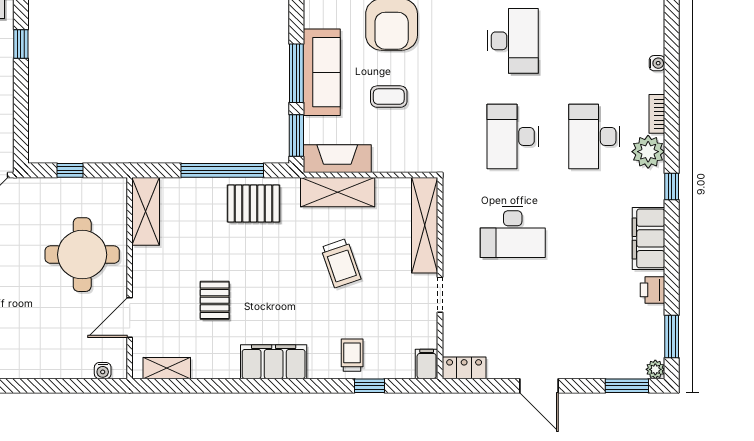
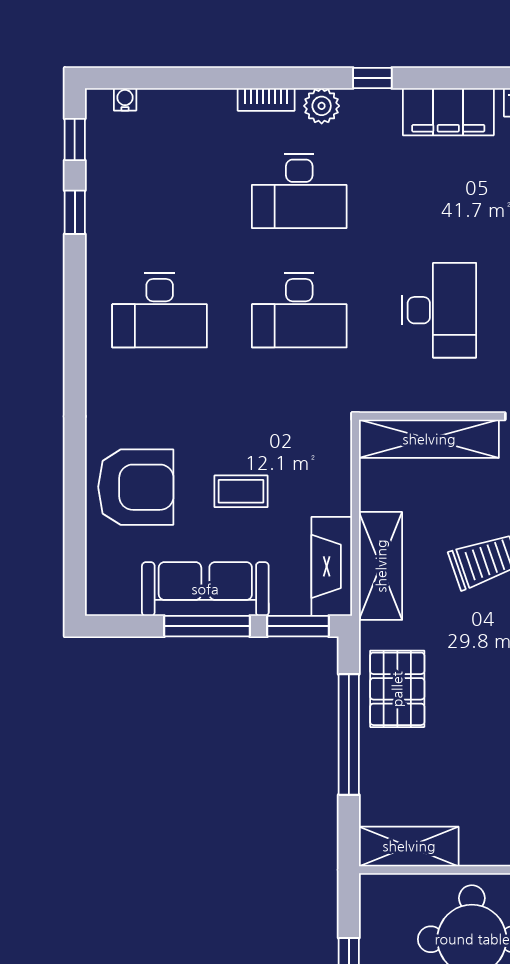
desk: (513, 41) -> (160, 310), turned 180
water cooler: (657, 63) -> (125, 99), moved
coffee table: (389, 97) -> (241, 491), turned 90
plant: (648, 152) -> (322, 106), width x0.73, depth x0.73

